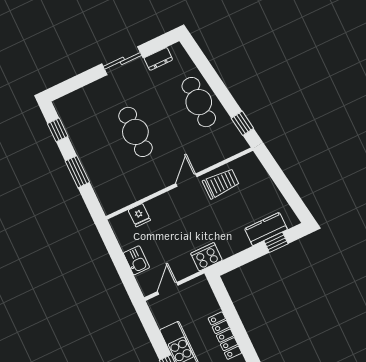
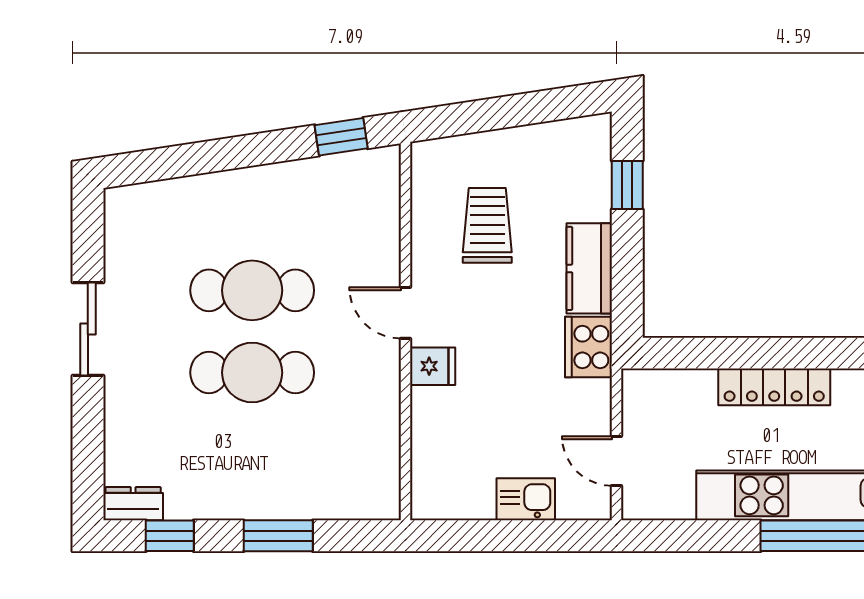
dresser: (158, 59) -> (133, 504), moved, turned -90
cafe table: (199, 102) -> (252, 290), moved
trolley: (221, 183) -> (487, 225), moved
fridge: (139, 215) -> (433, 366), moved
kitchen counter: (266, 229) -> (589, 268), moved

